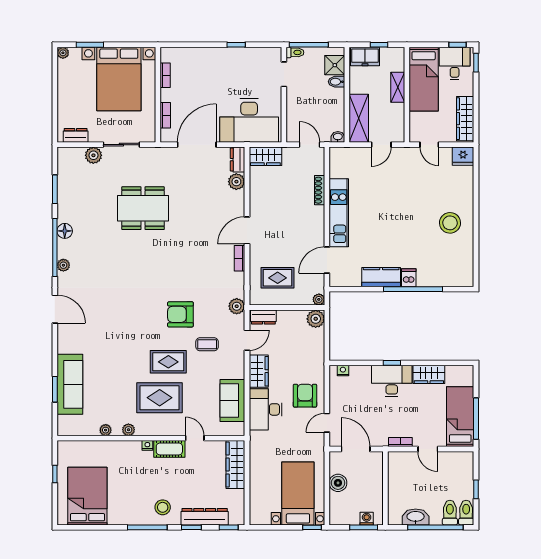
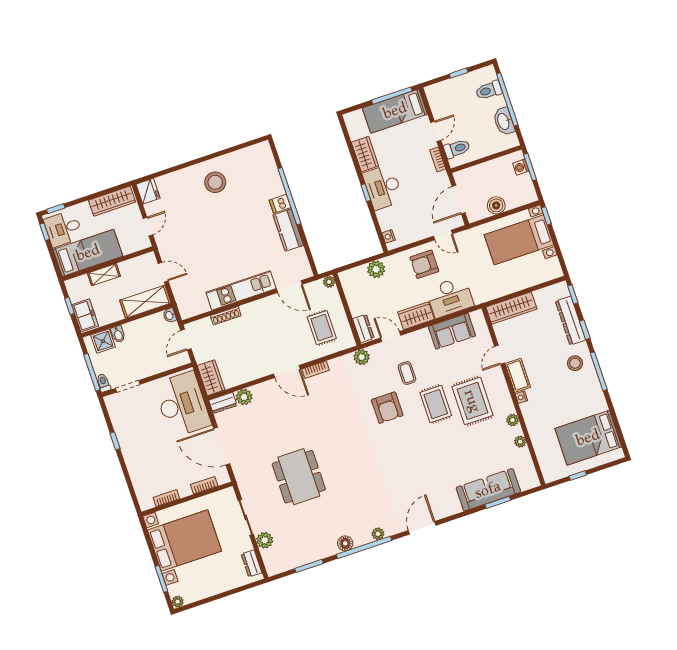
plant: (316, 319) -> (376, 269), moved
toilet: (466, 513) -> (457, 149), moved, turned 180

